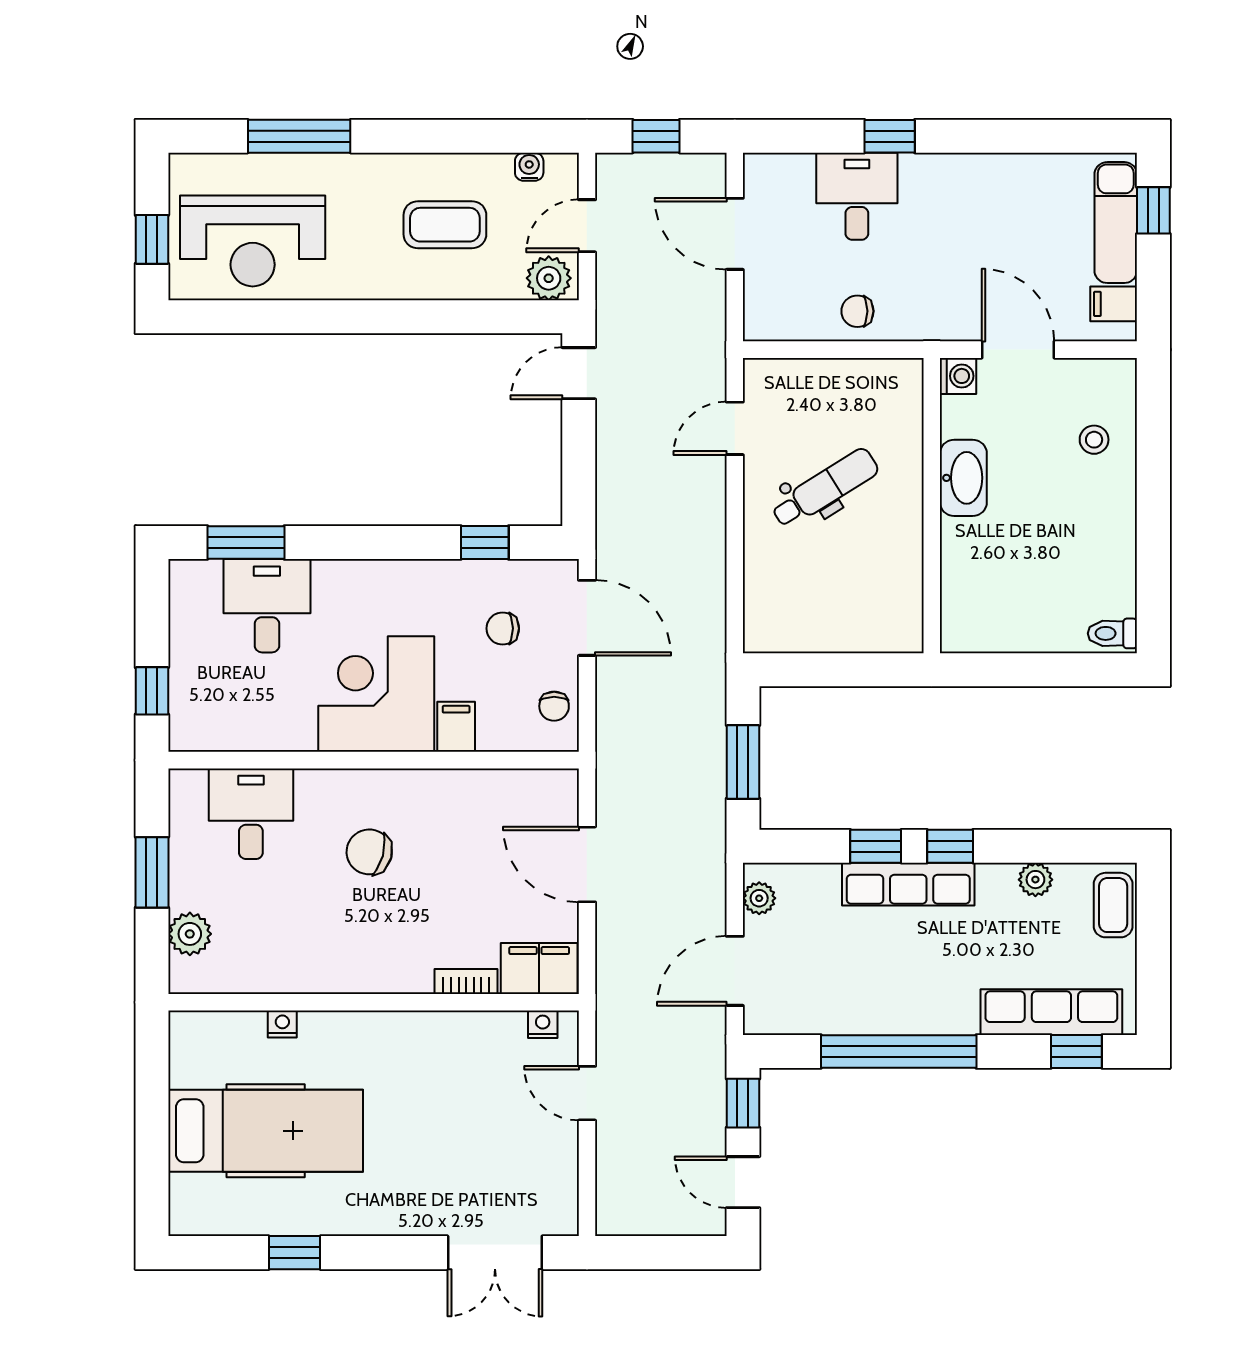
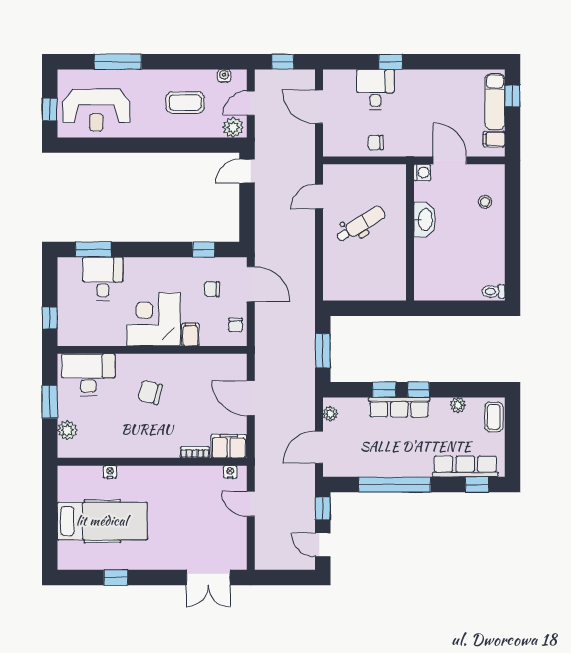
desk: (251, 814) -> (88, 375), width x1.37

